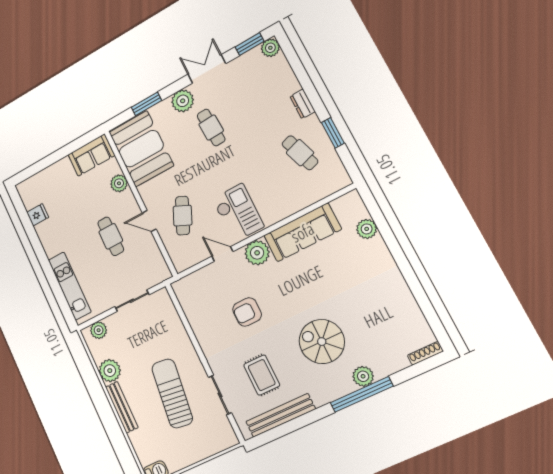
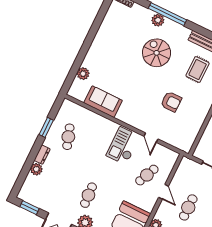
plant: (270, 48) -> (36, 169), moved
sofa: (302, 232) -> (103, 102), width x0.73
plant: (257, 253) -> (137, 120), removed
spiral stairs: (322, 342) -> (157, 53), turned 180

